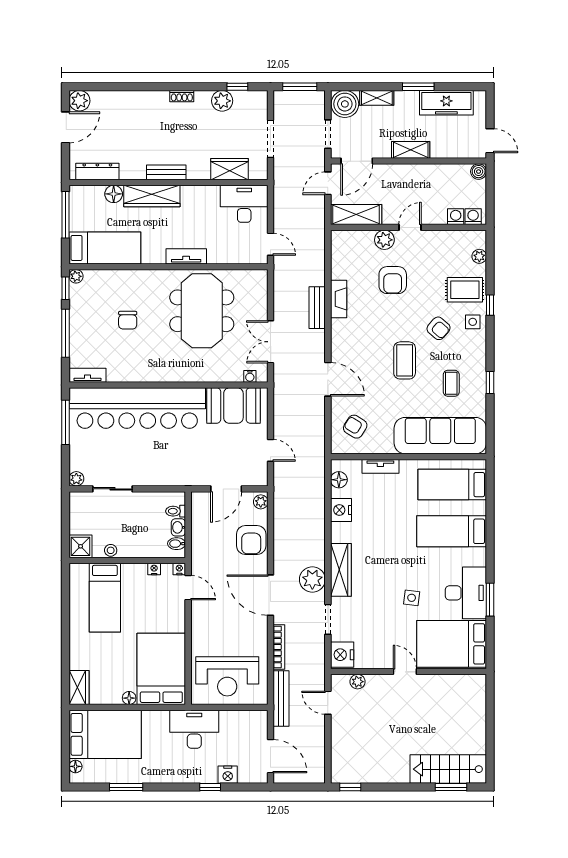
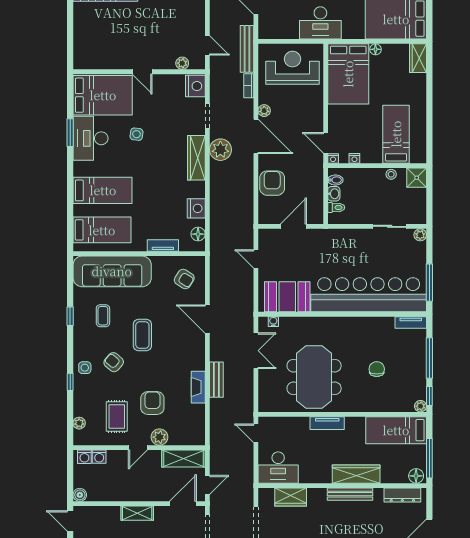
bench: (166, 172) -> (350, 494), width x1.36
floor lamp: (114, 194) -> (416, 476), moved
rug: (465, 290) -> (117, 417), moved, turned 90
plant: (261, 502) -> (264, 111), moved
bookcase: (279, 647) -> (249, 86), width x0.64

